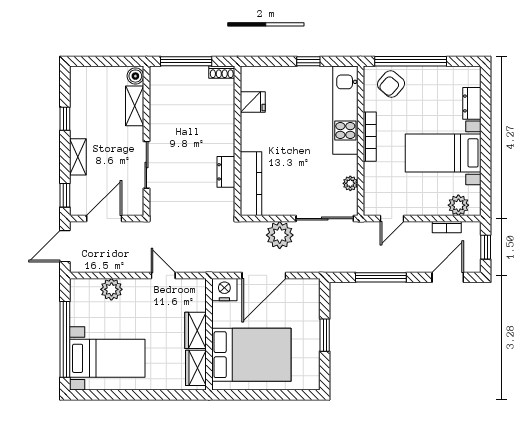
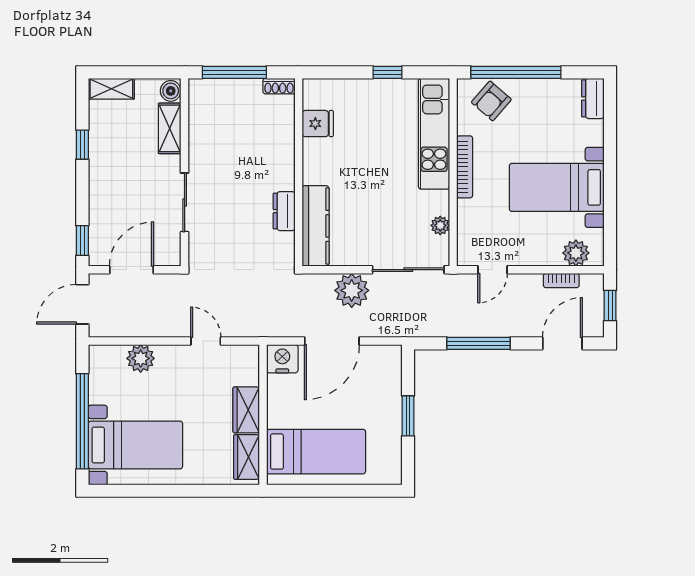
dresser: (472, 103) -> (593, 98), moved
shelving: (78, 157) -> (111, 89), moved, turned 90
bed: (251, 355) -> (316, 452), width x0.67

